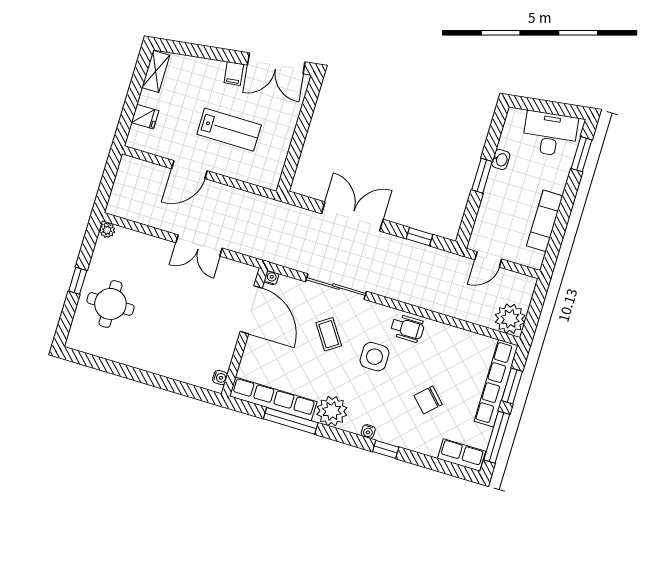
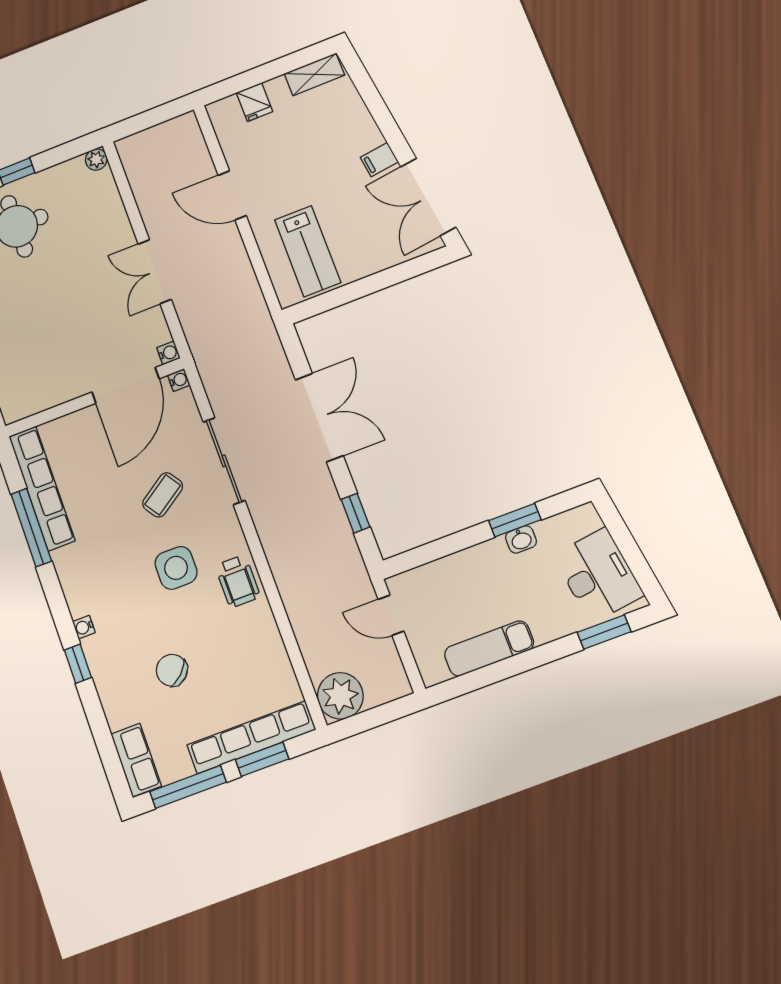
lab bench: (229, 130) -> (308, 251), moved
window: (482, 176) -> (515, 520), moved
water cooler: (220, 378) -> (168, 353), moved, turned -90
plant: (332, 411) -> (77, 566), removed

